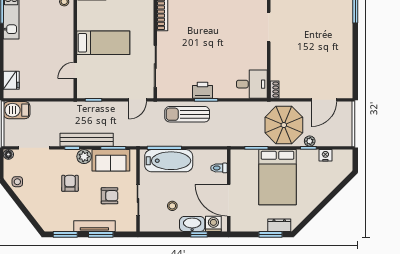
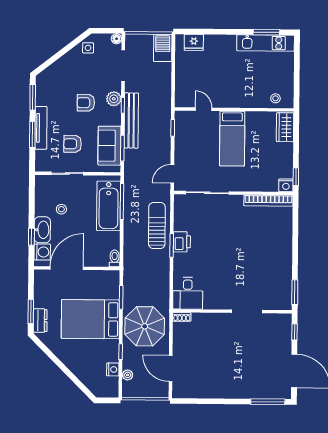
door: (137, 100) -> (172, 174), hinge flipped
plant: (310, 141) -> (128, 375), moved
plant: (84, 157) -> (114, 99), moved
toilet: (219, 168) -> (115, 258), moved
armchair: (70, 183) -> (86, 103), turned 180
armchair: (109, 196) -> (73, 144), turned 90

